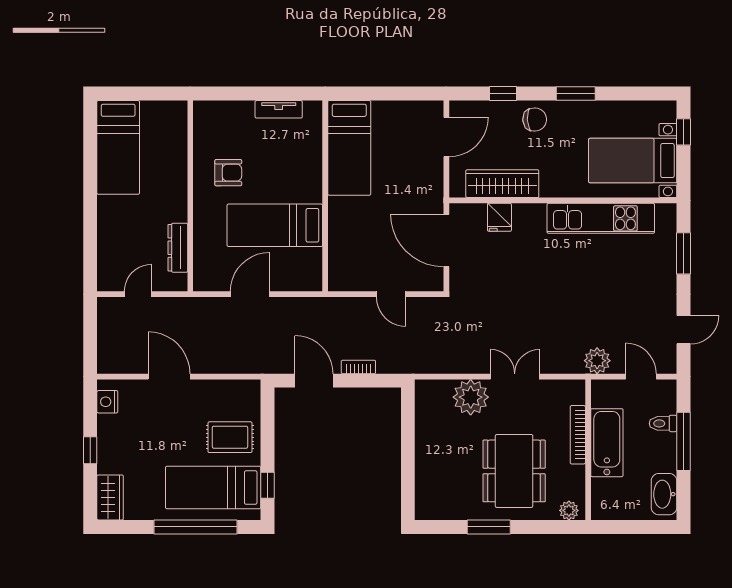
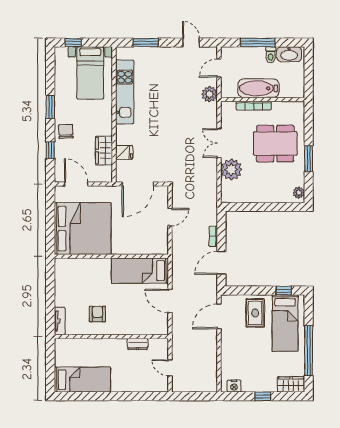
tv unit: (279, 109) -> (60, 321), moved
bed: (349, 148) -> (83, 229), width x2.04
wardrobe: (502, 184) -> (104, 151), width x0.67
bed: (275, 225) -> (140, 271), moved, turned 90
dresser: (178, 248) -> (138, 344), width x0.70
door: (169, 377) -> (219, 316), moved
toilet: (663, 423) -> (271, 55), moved
plant: (569, 510) -> (299, 193), moved
window: (196, 527) -> (309, 351), moved

